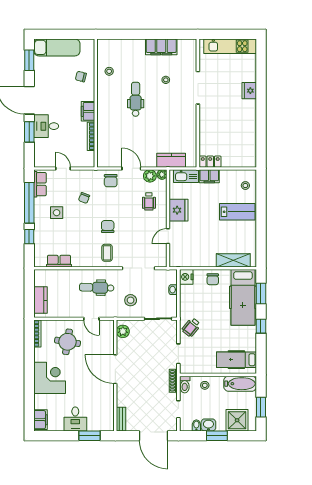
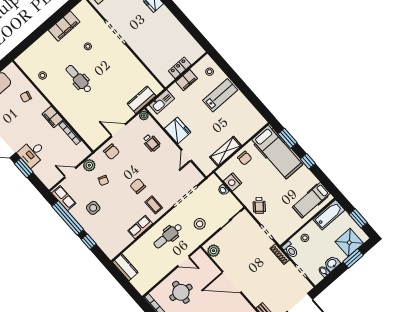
locker: (210, 162) -> (180, 68), moved
plant: (150, 176) -> (89, 165), moved
filing cabinet: (209, 176) -> (187, 80), moved
shelving: (233, 260) -> (226, 151), moved
row of seats: (59, 261) -> (140, 227), moved
nightstand: (186, 277) -> (233, 182), moved
kitchen counter: (41, 300) -> (125, 267), moved
window: (217, 436) -> (353, 258), moved

